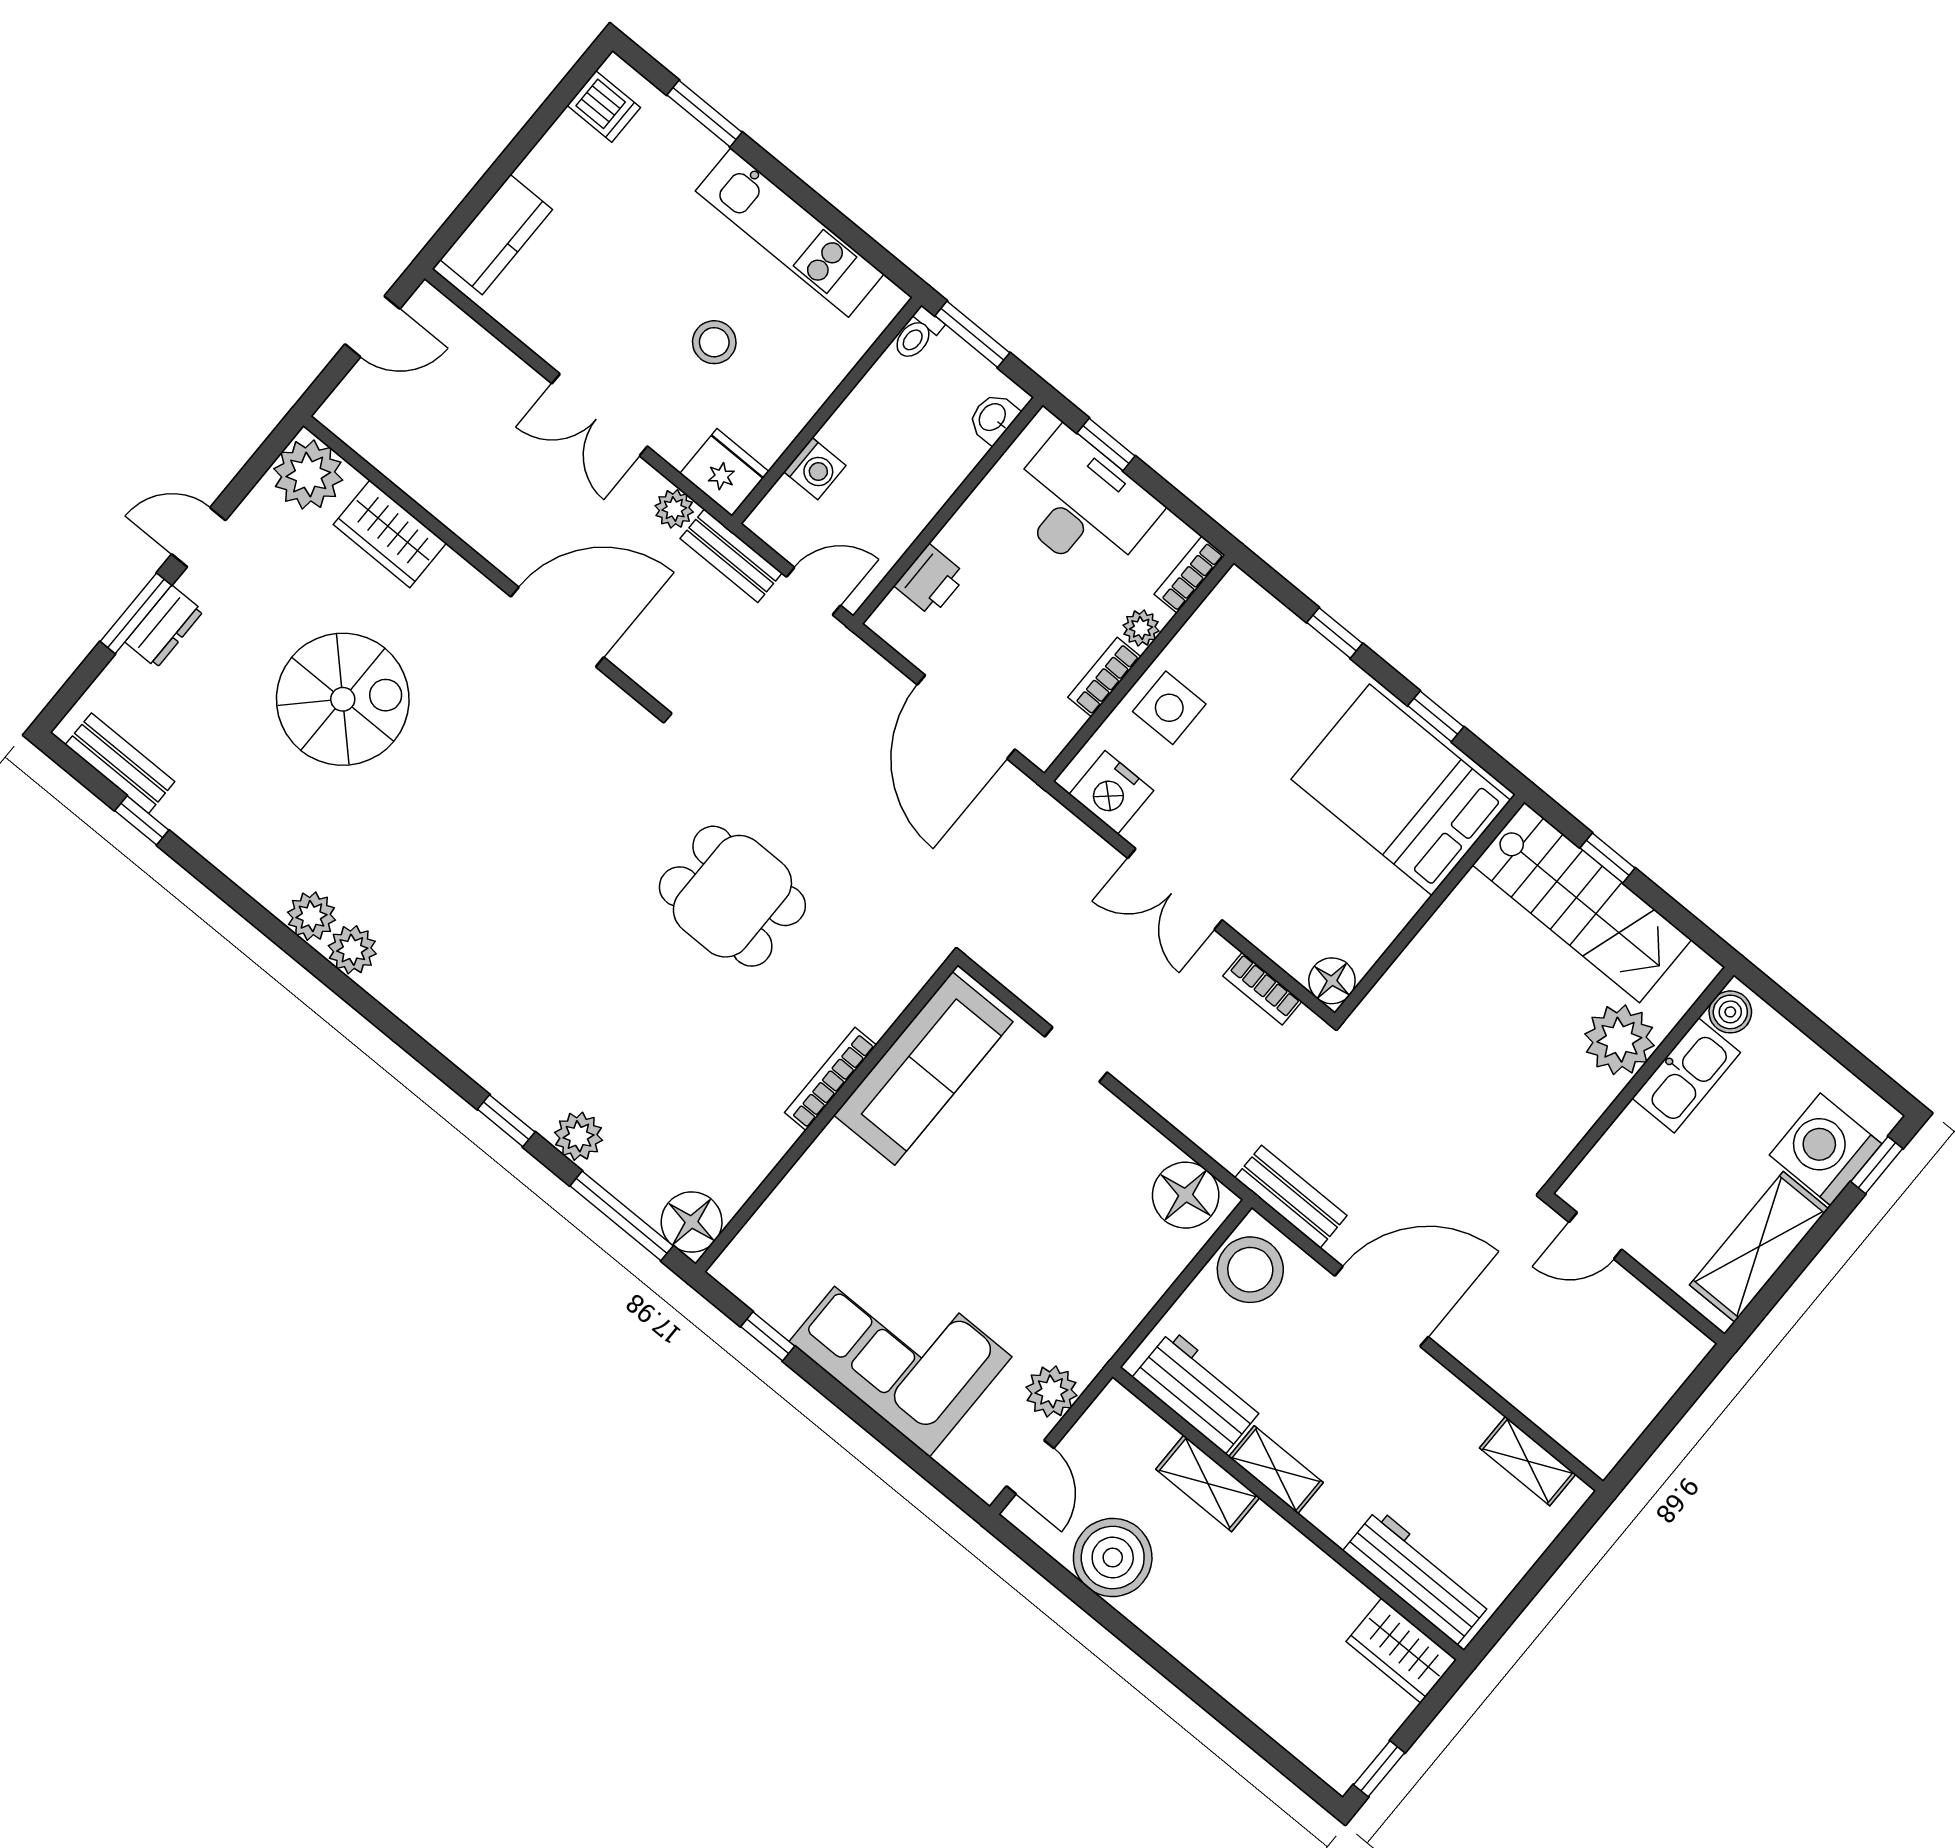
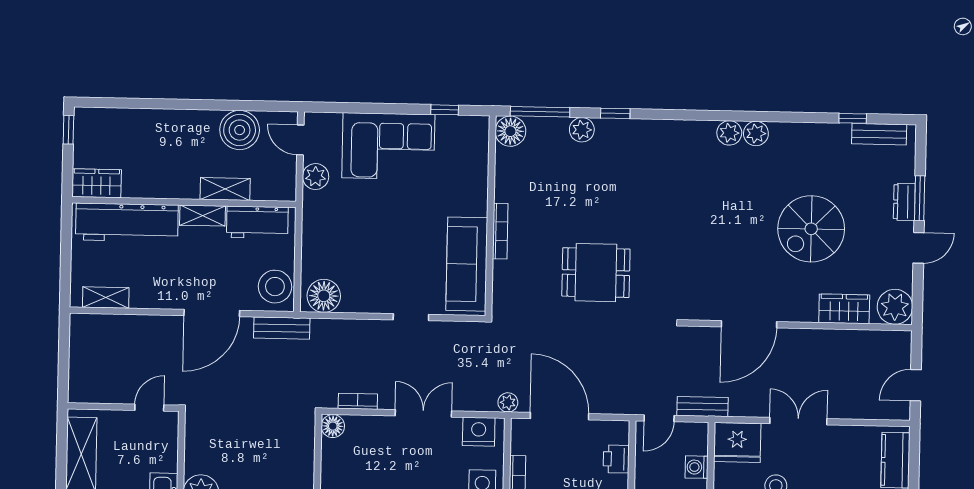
fridge: (724, 472) -> (737, 442), width x1.36, depth x1.34
plant: (674, 509) -> (508, 402), moved
workbench: (1417, 1576) -> (127, 222), width x1.36, depth x1.32

